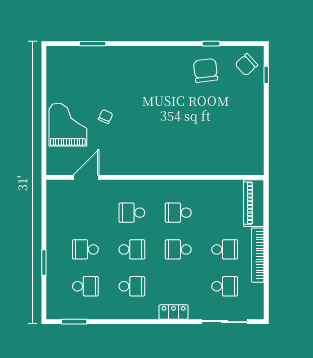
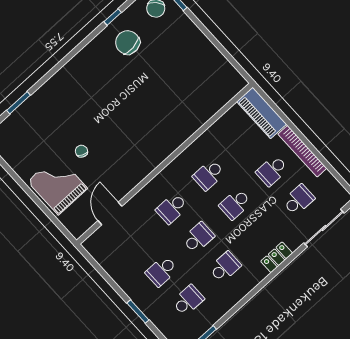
school desk: (225, 249) -> (272, 171), turned 180

